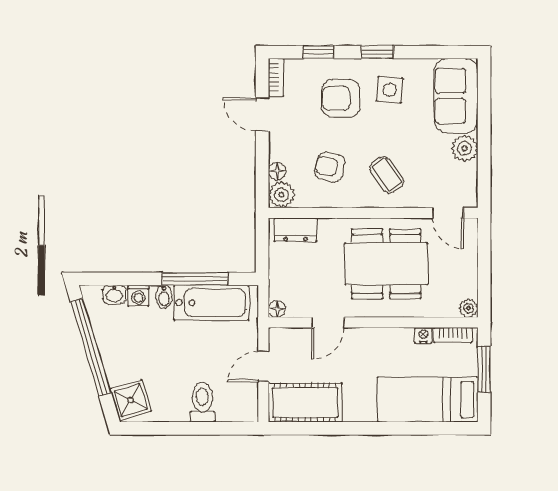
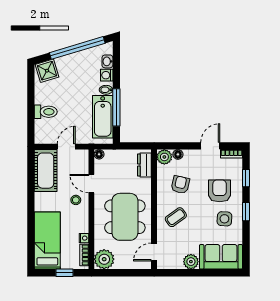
plant: (469, 308) -> (104, 259), width x1.88, depth x1.88
stool: (357, 350) -> (76, 200), added
door: (263, 367) -> (66, 147), hinge flipped
window: (484, 369) -> (65, 273), width x0.67

